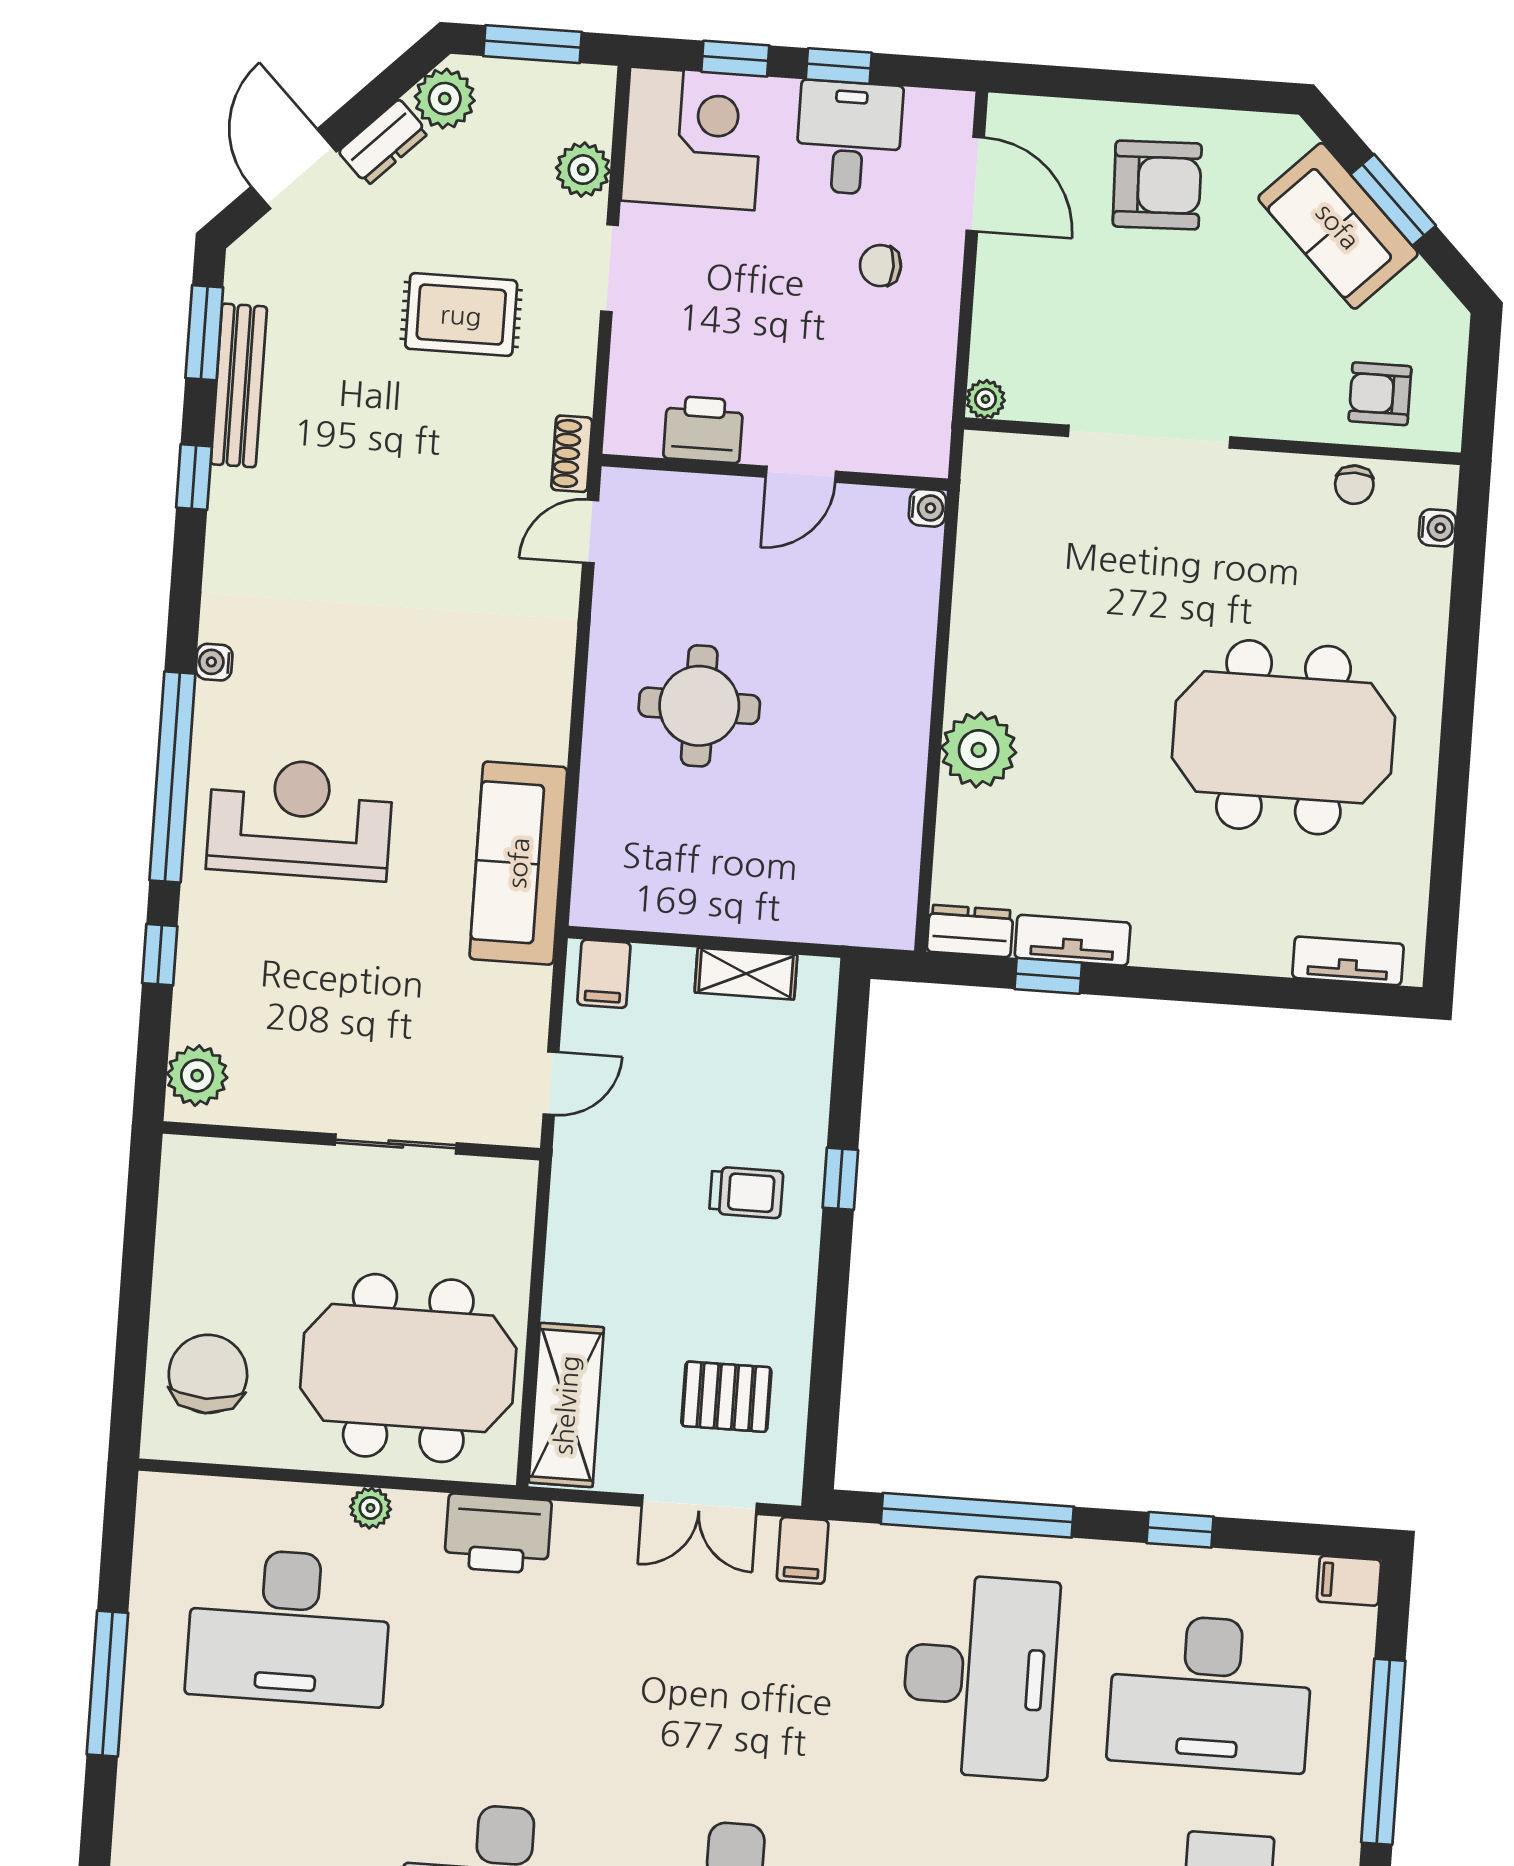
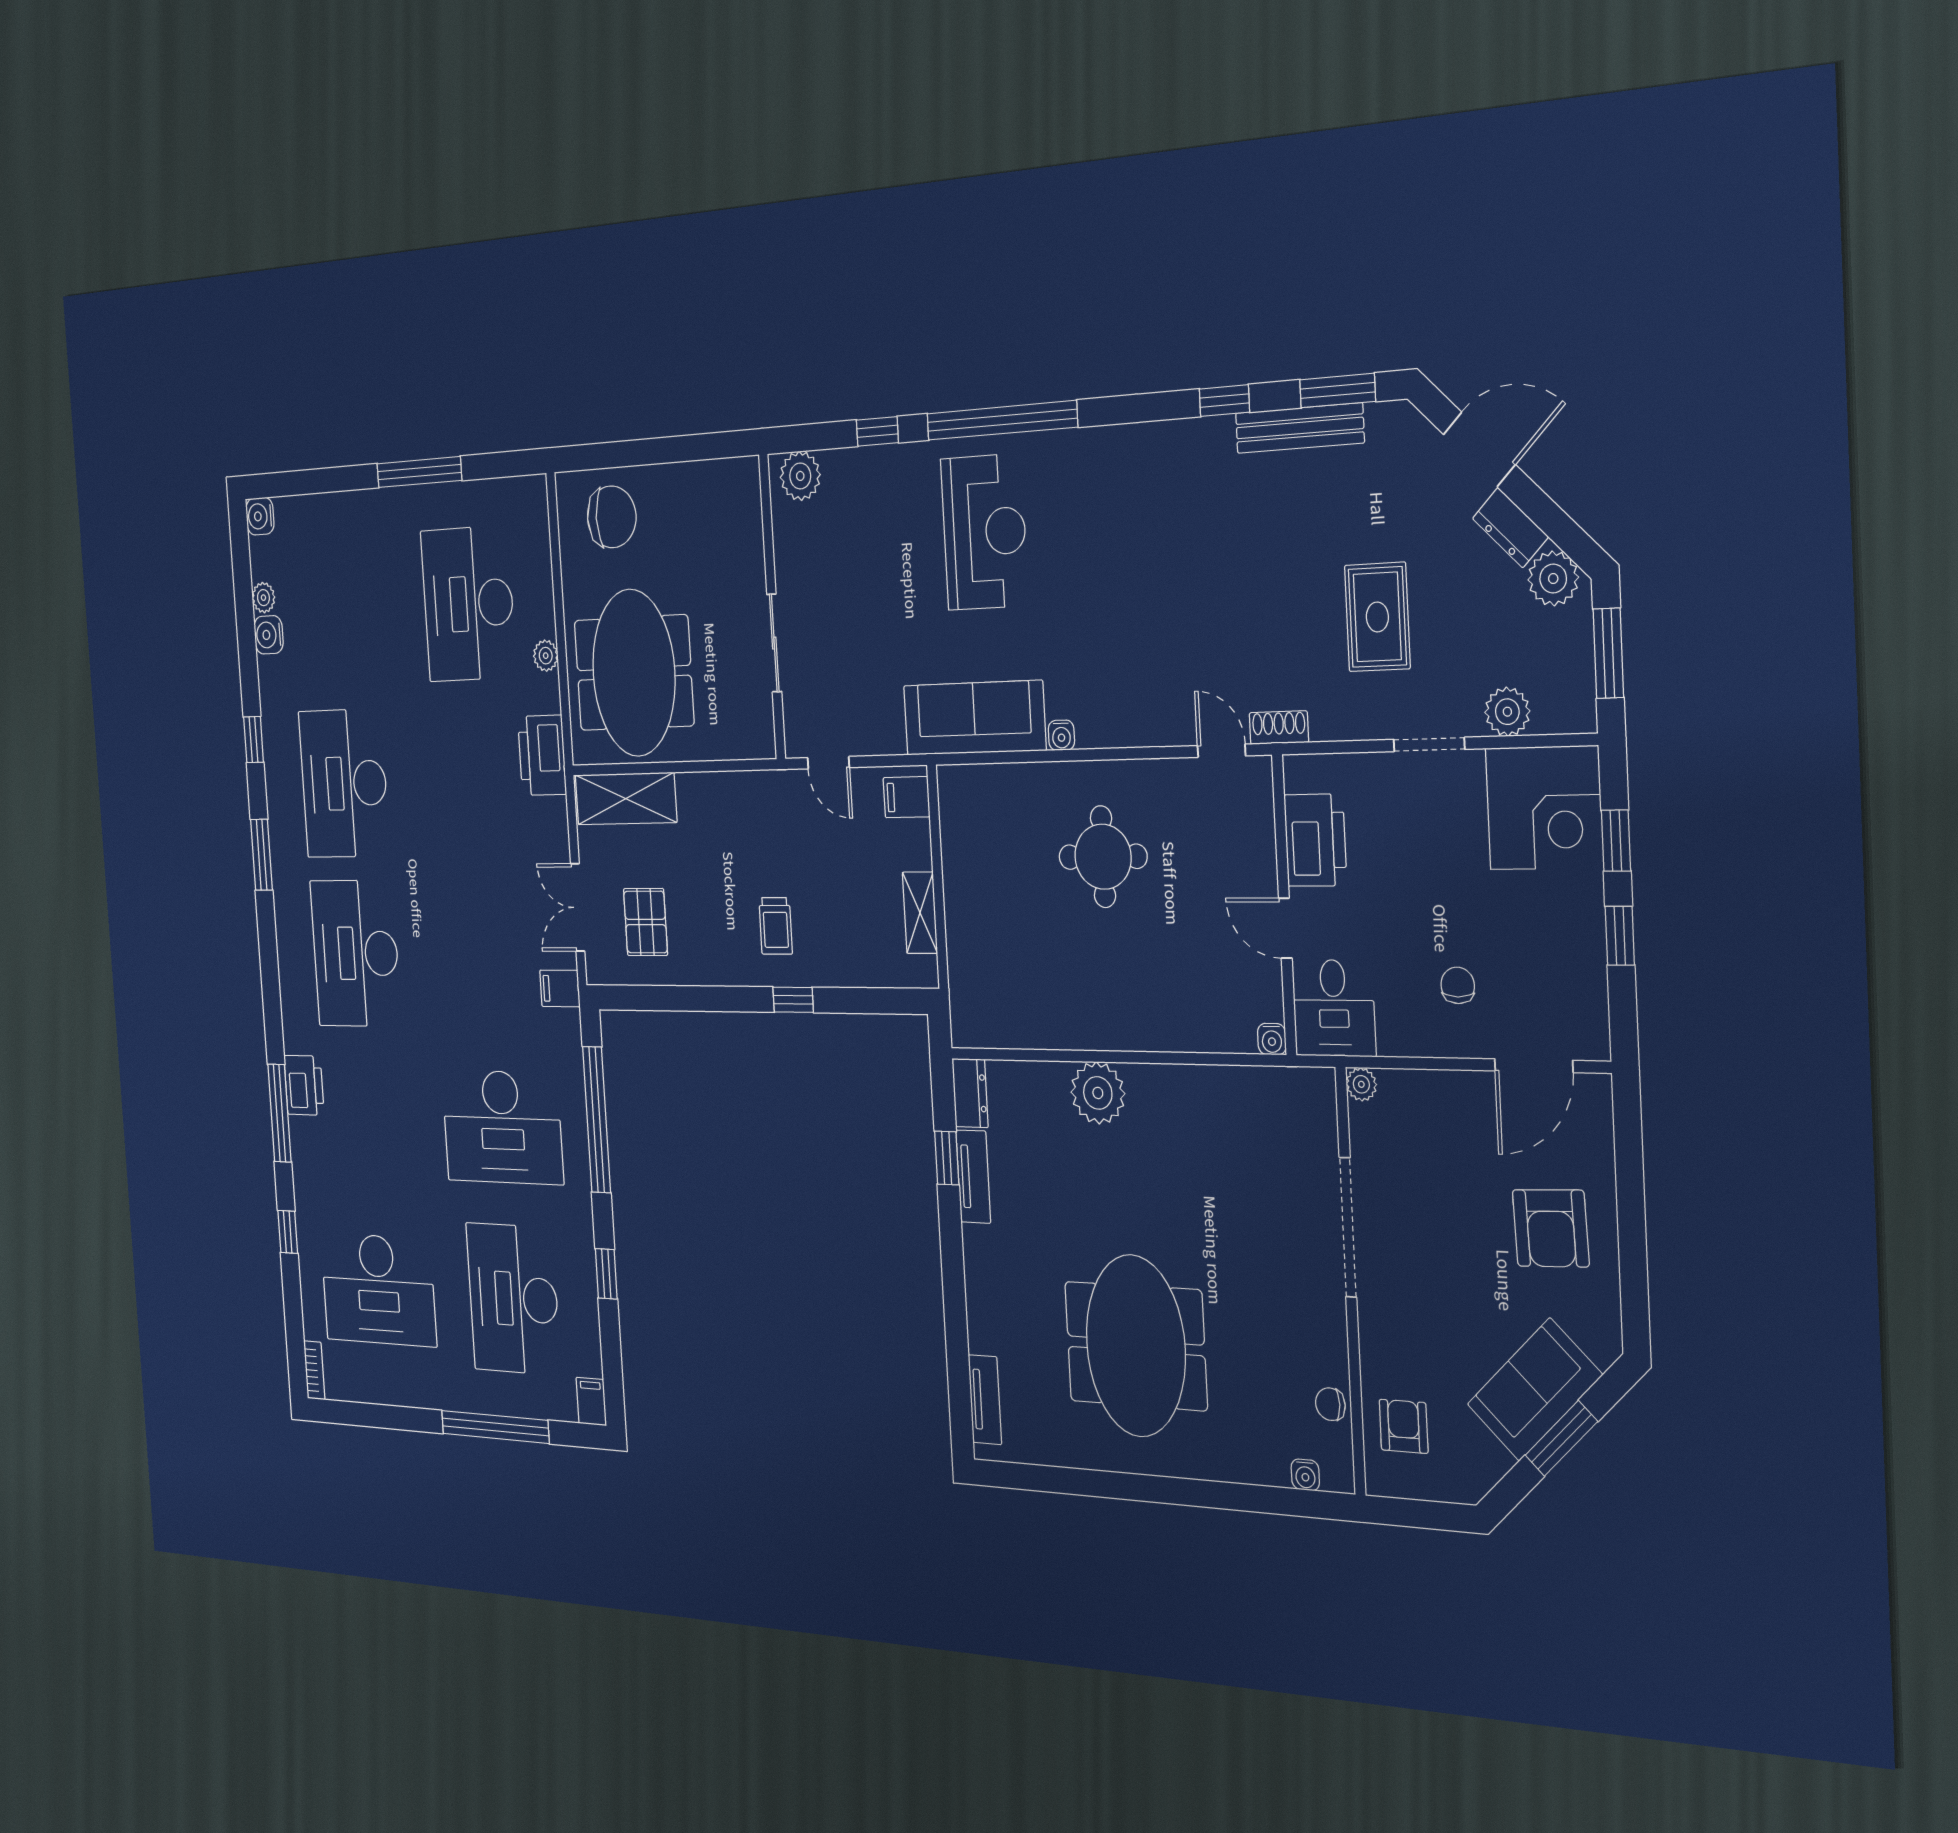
desk: (849, 138) -> (1334, 1008), moved, turned 90
printer: (703, 429) -> (1315, 840), width x1.37, depth x1.19
water cooler: (214, 662) -> (1061, 735), moved, turned 180

